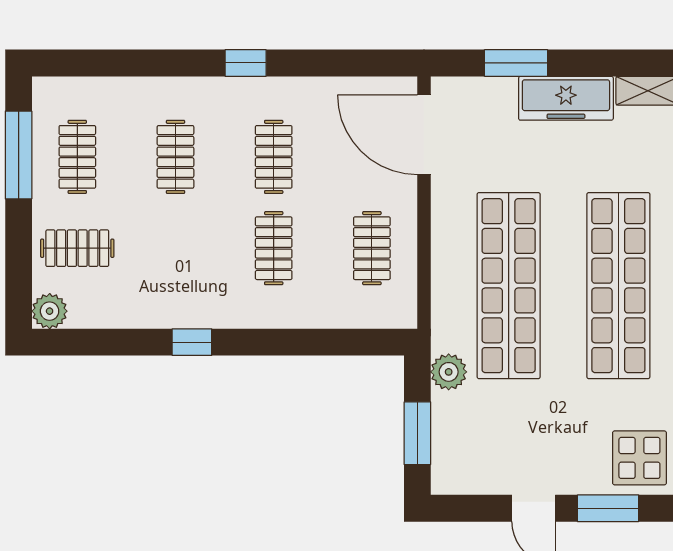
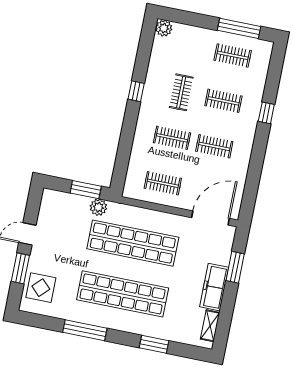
window: (246, 63) -> (266, 113), moved
clothes rail: (77, 248) -> (181, 92), moved
window: (417, 433) -> (86, 190), moved

